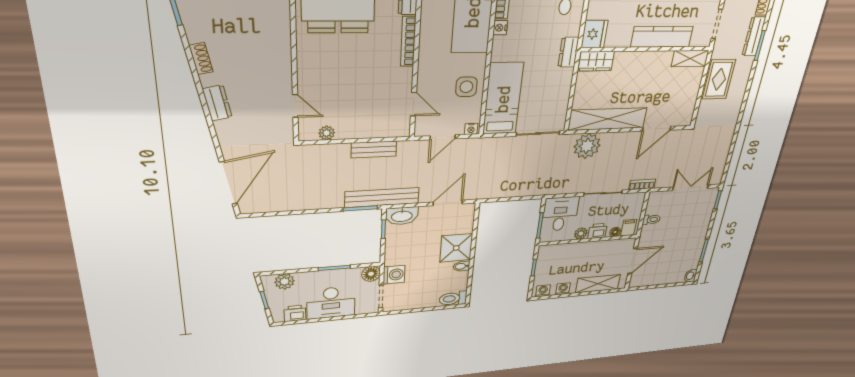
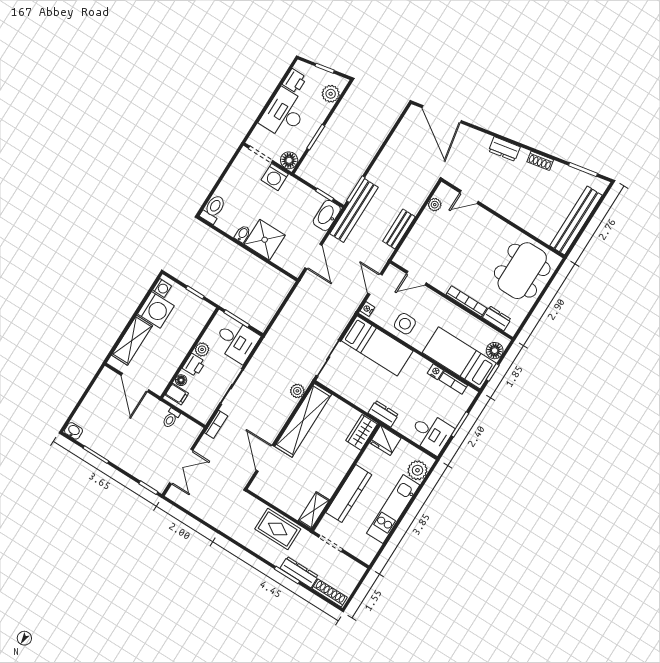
plant: (587, 146) -> (297, 391), width x0.53, depth x0.53
washing machine: (563, 289) -> (156, 310), width x1.89, depth x1.89

